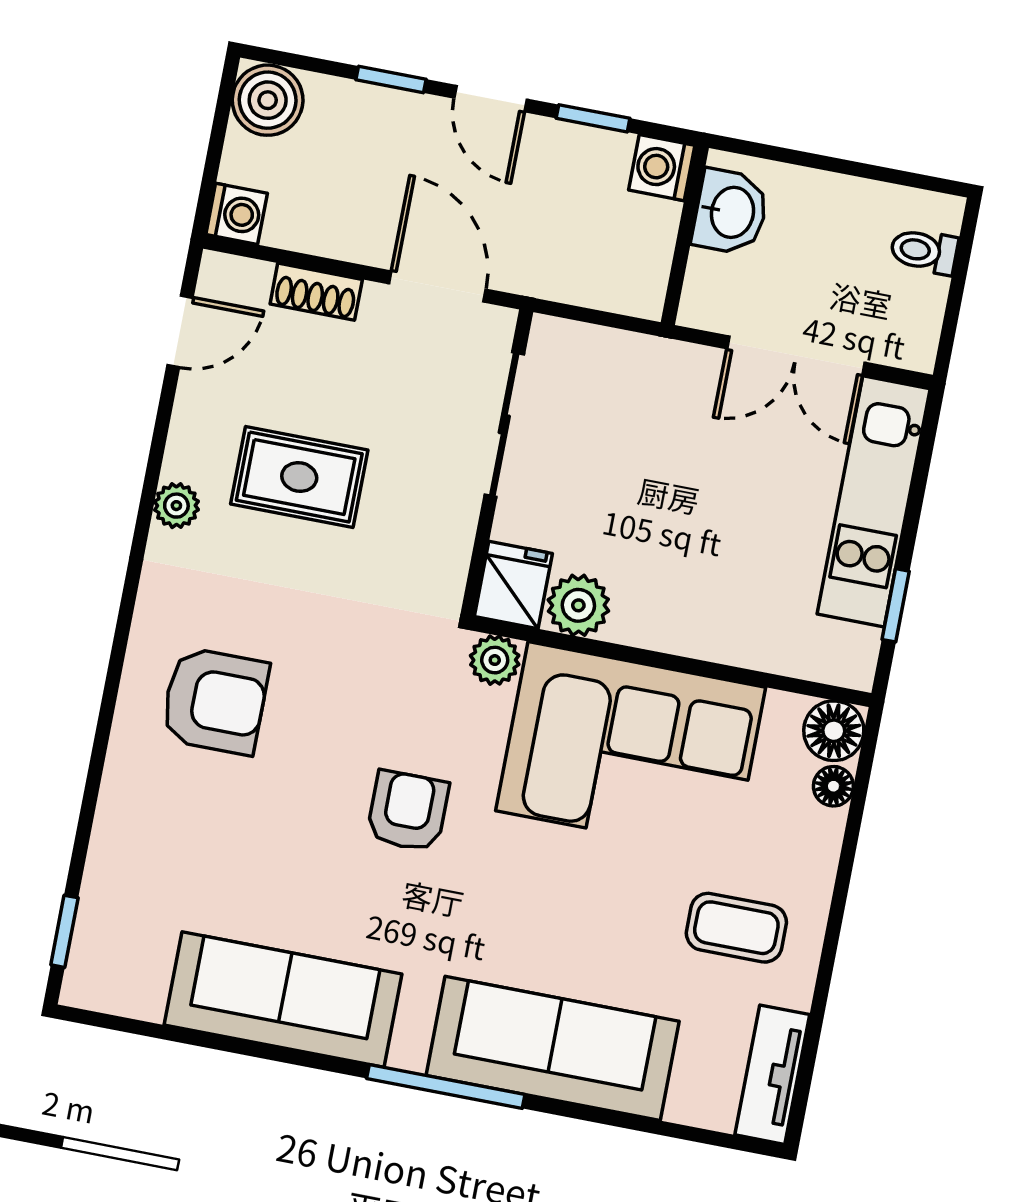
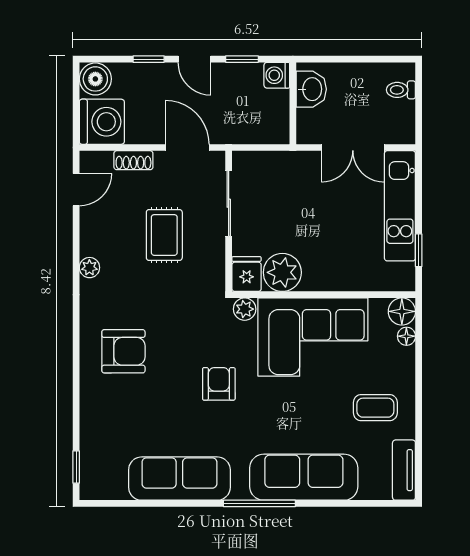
washing machine: (237, 214) -> (102, 122), width x1.89, depth x1.89
rug: (299, 477) -> (164, 235), moved, turned 90
plant: (578, 605) -> (282, 272), width x1.36, depth x1.36

